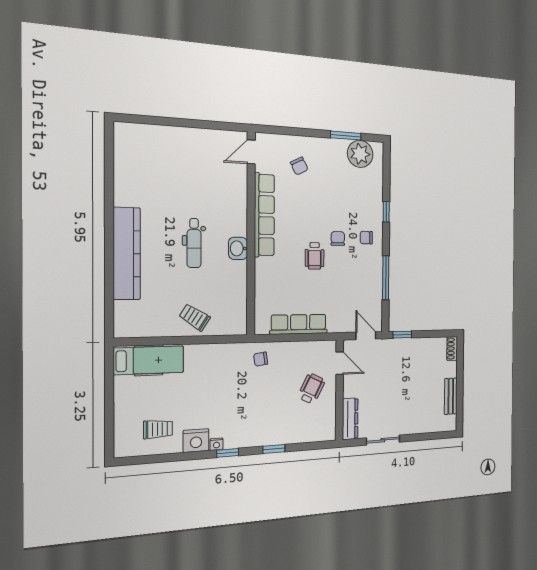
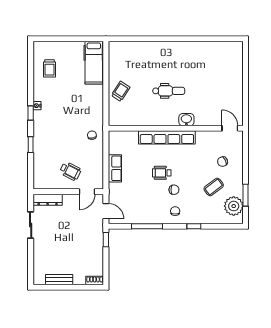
coffee table: (334, 181) -> (214, 187), added
row of seats: (264, 215) -> (167, 137), moved
dental chair: (194, 243) -> (169, 91), turned 180
washbasin: (238, 248) -> (186, 120), moved
kitchen counter: (127, 254) -> (161, 49), removed
row of seats: (299, 324) -> (115, 168), width x0.68
door: (366, 336) -> (106, 211), hinge flipped
nightstand: (196, 441) -> (40, 92), removed

